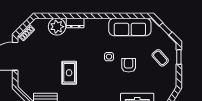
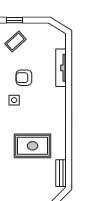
rug: (69, 73) -> (33, 146), width x1.36, depth x1.43

